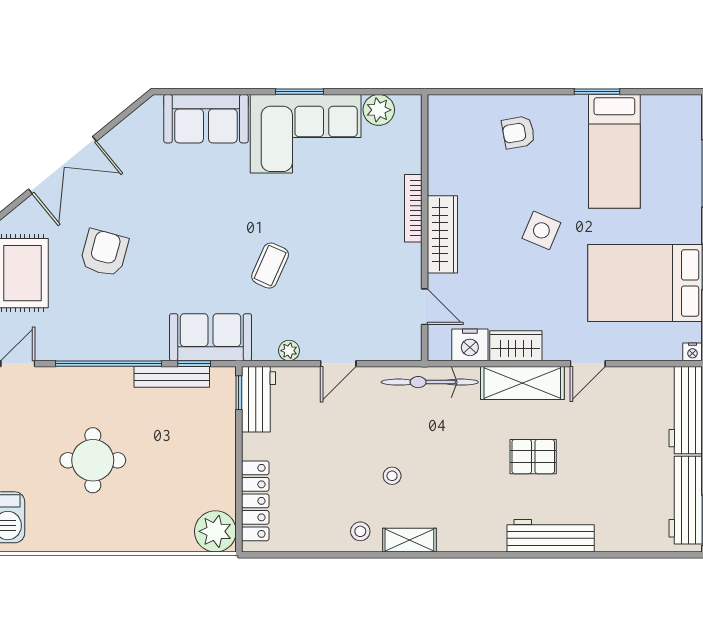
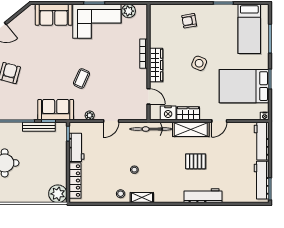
bed: (614, 151) -> (249, 29), moved
workbench: (259, 399) -> (76, 147), moved

